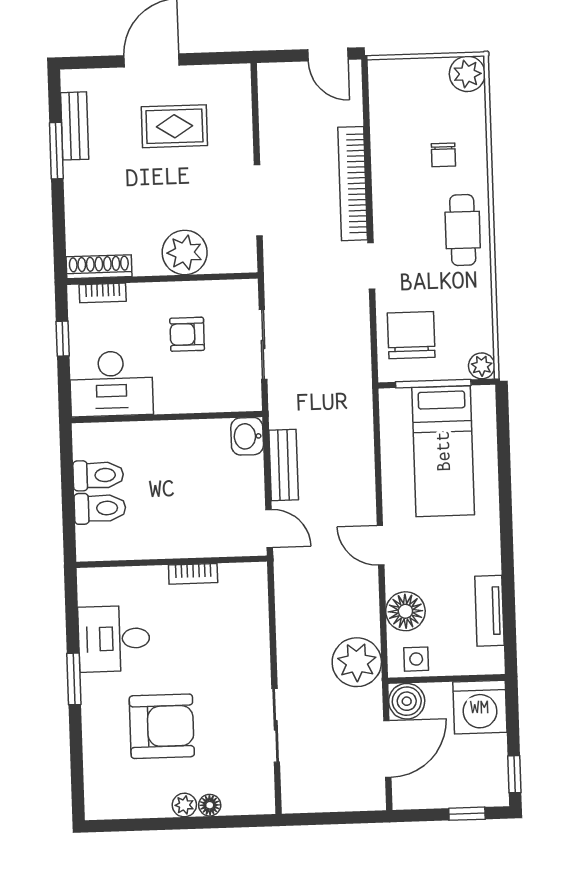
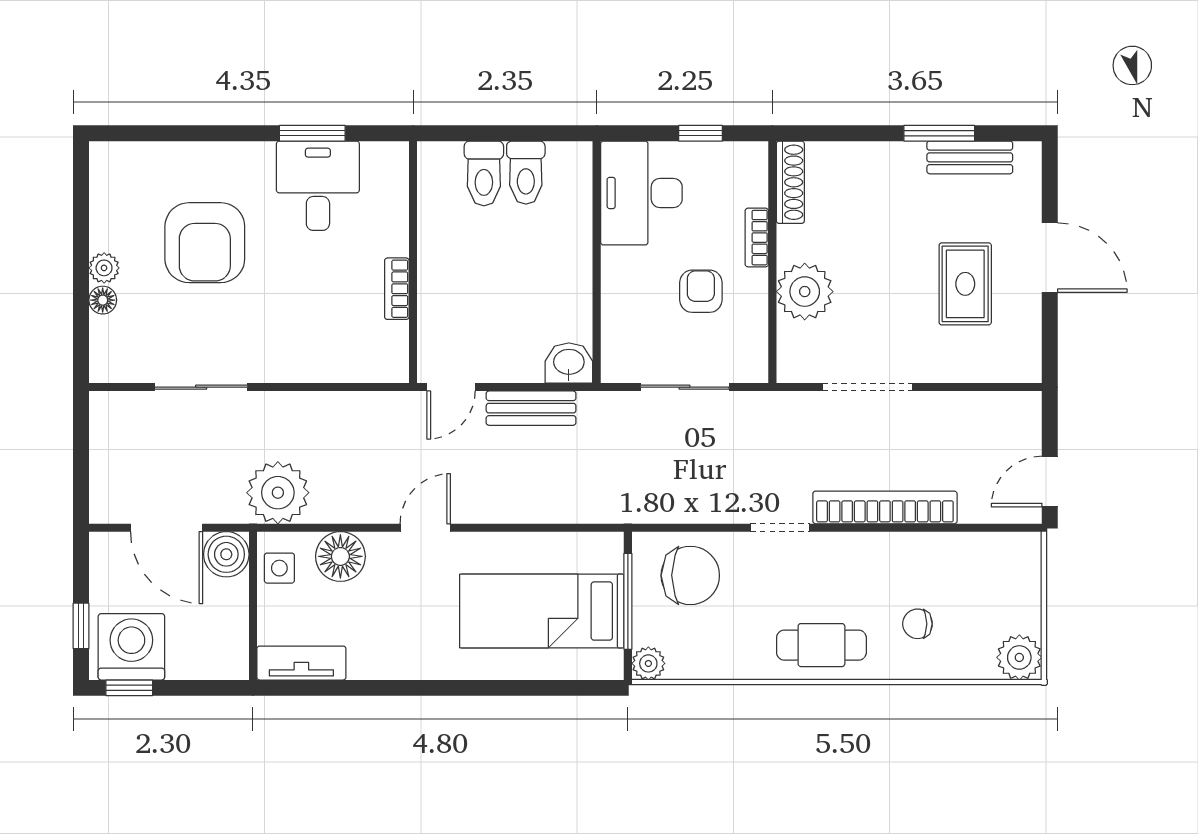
bookcase: (103, 293) -> (757, 238), moved
tv unit: (489, 611) -> (301, 663), moved
window: (74, 679) -> (312, 133), moved
washing machine: (480, 707) -> (131, 647), moved, turned 90

